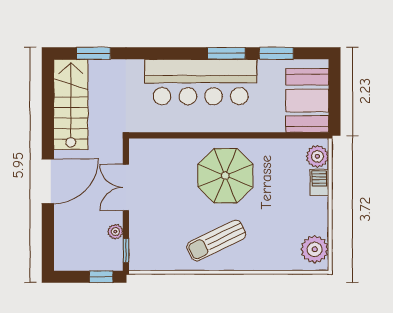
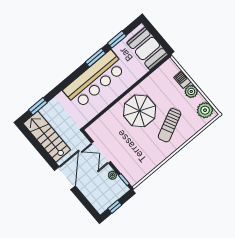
plant: (317, 156) -> (191, 91), moved
sun lounger: (216, 240) -> (170, 125), moved
window: (101, 277) -> (115, 207), moved

